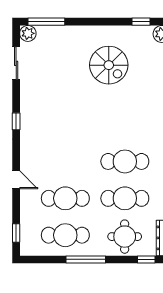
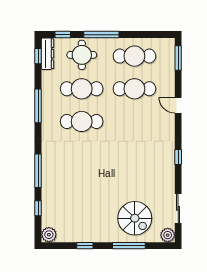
window: (46, 22) -> (129, 246), moved
window: (141, 22) -> (85, 246), moved
spiral stairs: (109, 65) -> (135, 218), moved, turned 180
window: (16, 233) -> (178, 58), width x1.50
window: (86, 259) -> (101, 35), moved

